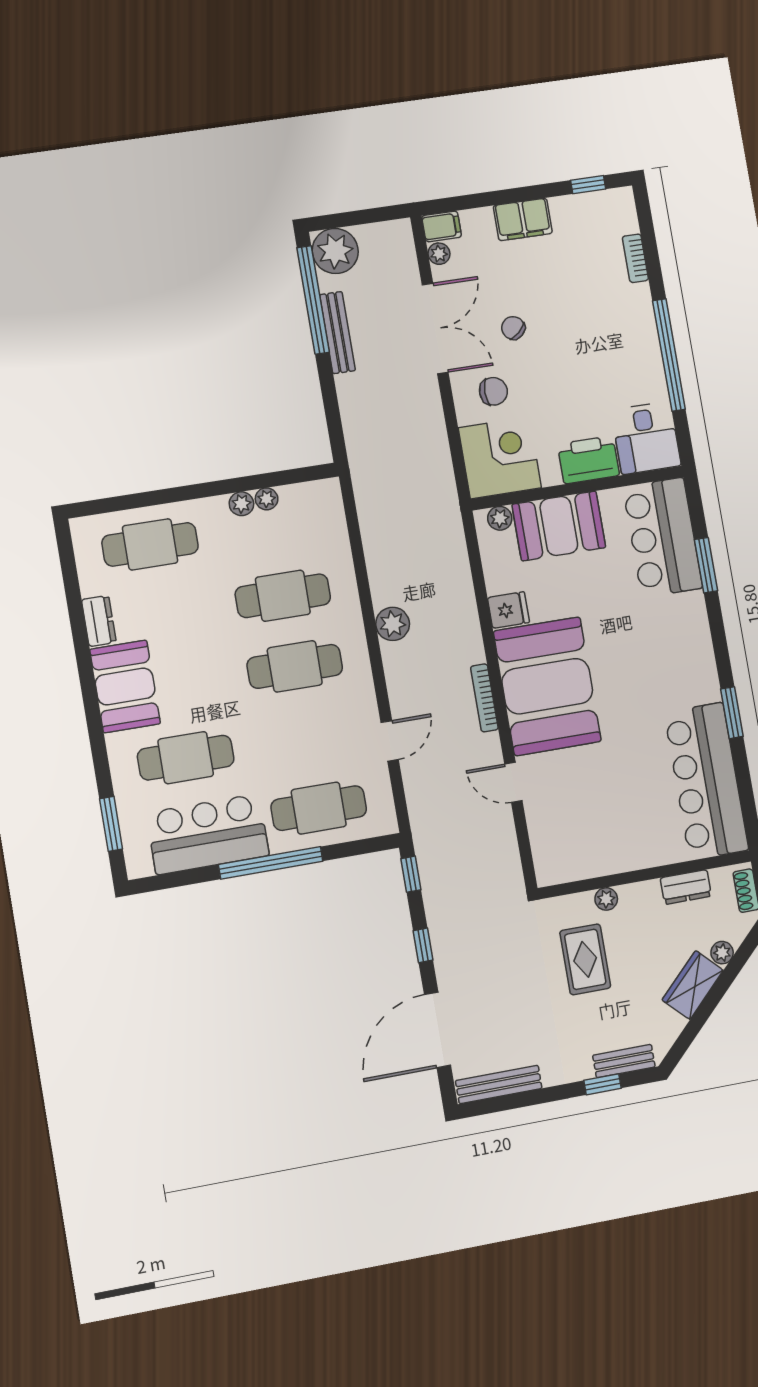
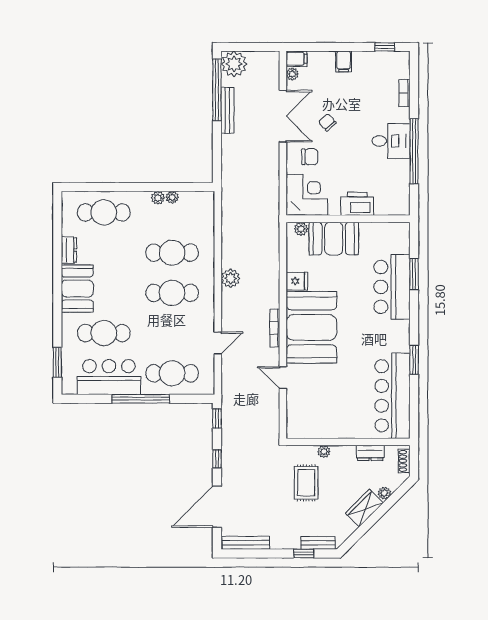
filing cabinet: (523, 219) -> (344, 61), width x0.50
desk: (646, 438) -> (391, 141), moved, turned -90
bar counter: (663, 537) -> (392, 287), moved

